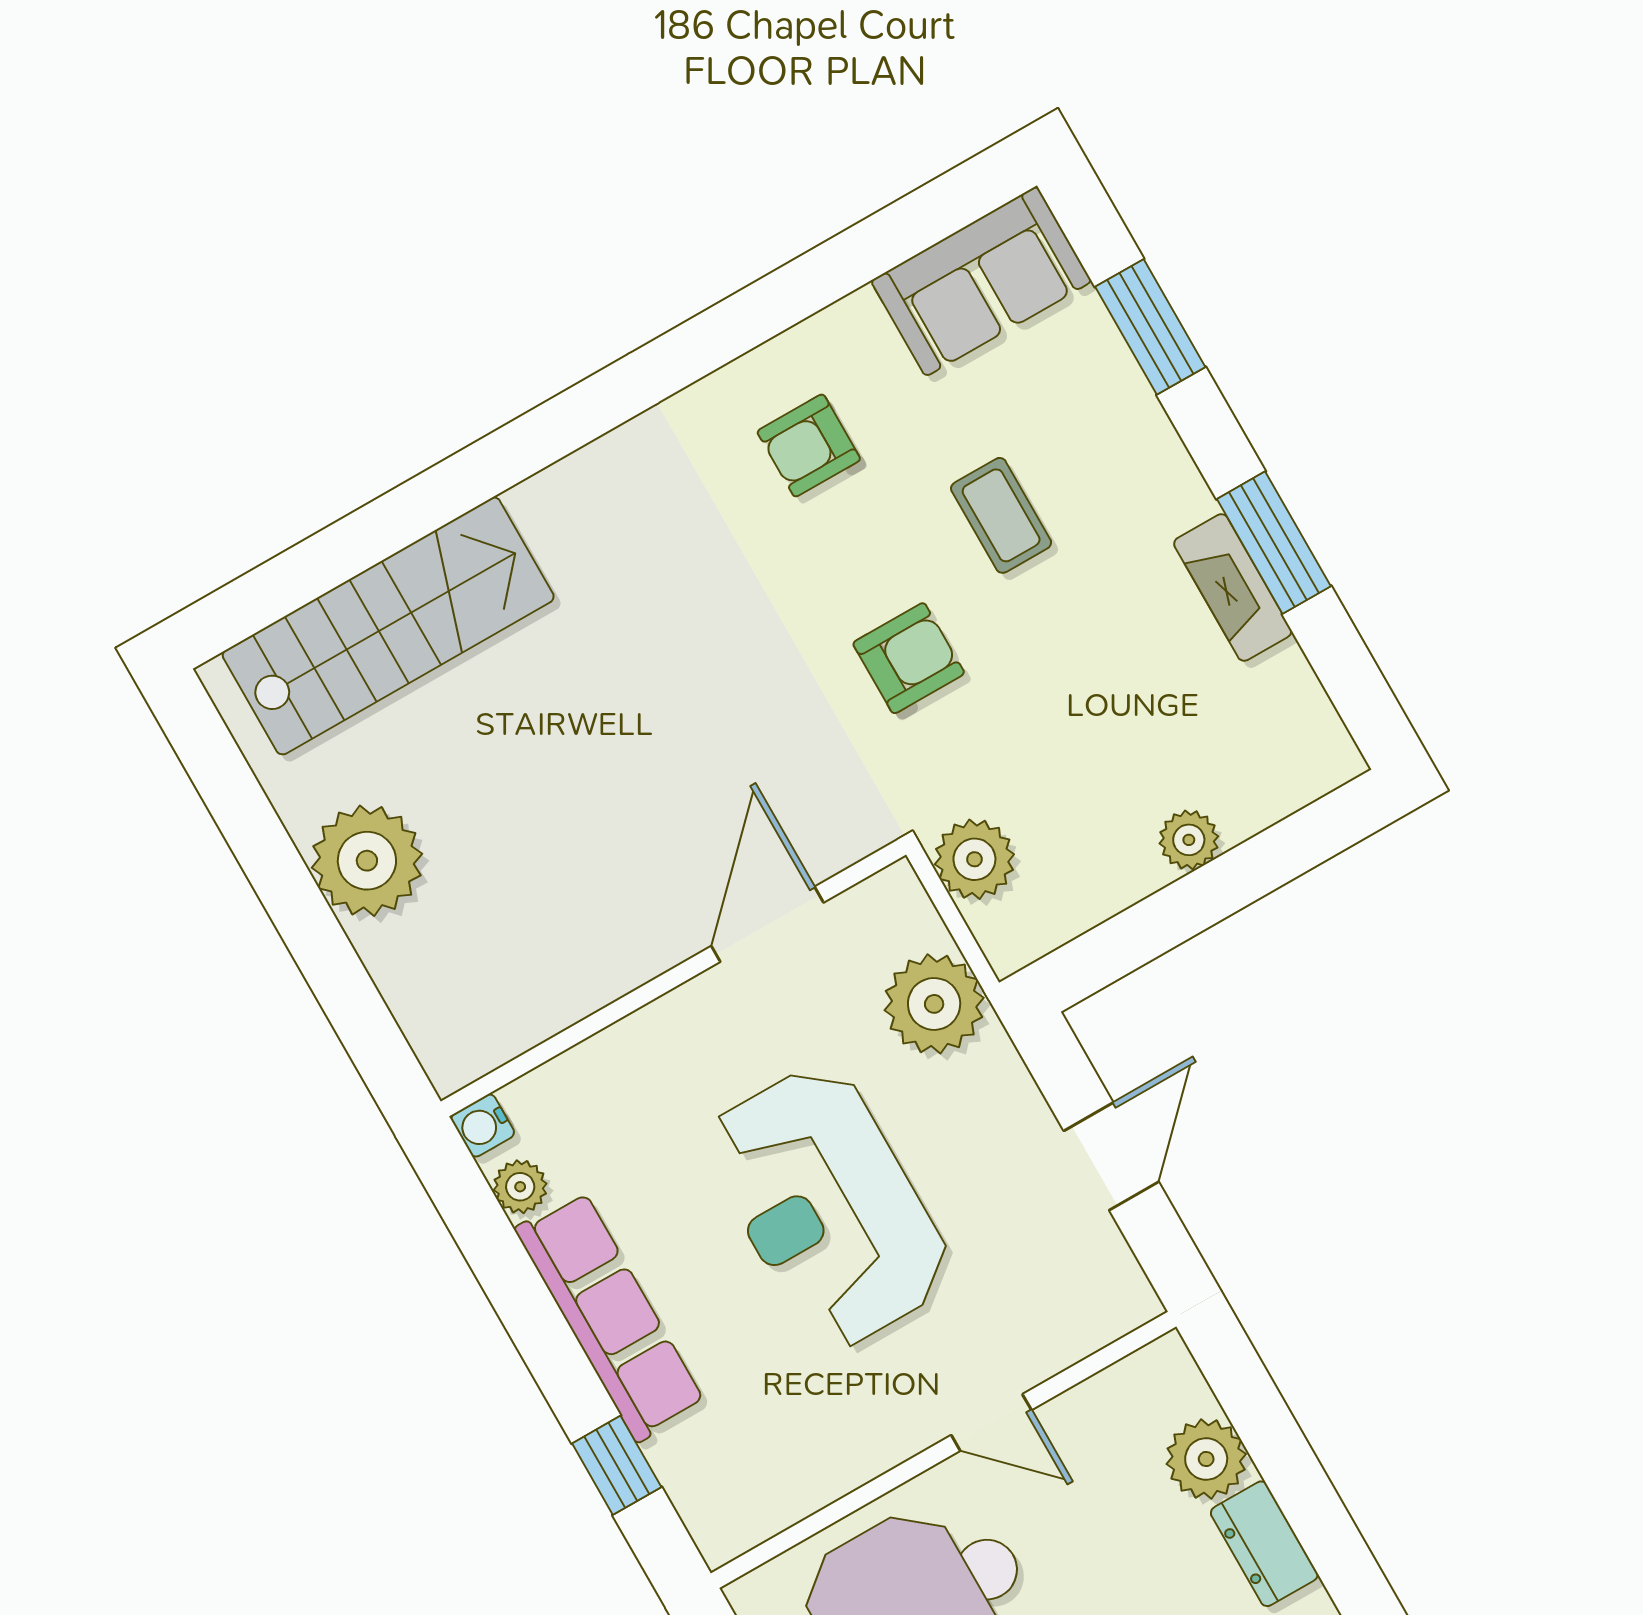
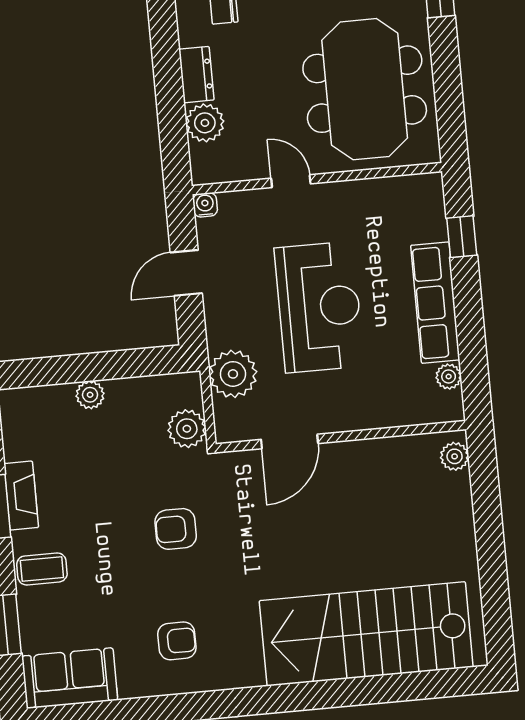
coffee table: (1001, 515) -> (42, 569), moved, turned 90
stairs: (388, 626) -> (366, 634), width x1.36, depth x1.51
plant: (367, 861) -> (455, 456), moved, width x0.53, depth x0.53
water cooler: (483, 1125) -> (205, 205), moved, turned -90

